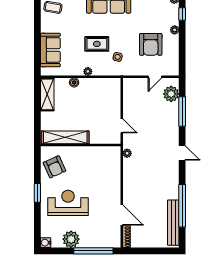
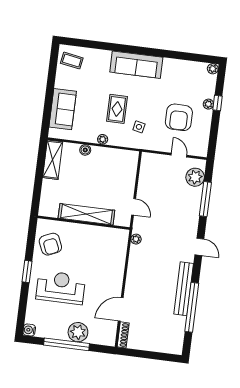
window: (182, 14) -> (218, 103), moved
rug: (97, 44) -> (117, 109), turned 90
door: (155, 77) -> (179, 155), swing flipped
shelving: (65, 137) -> (86, 214), moved
door: (122, 215) -> (121, 309), swing flipped
bench: (173, 223) -> (184, 289), moved
plant: (71, 239) -> (78, 332), moved
window: (93, 251) -> (66, 344), moved

